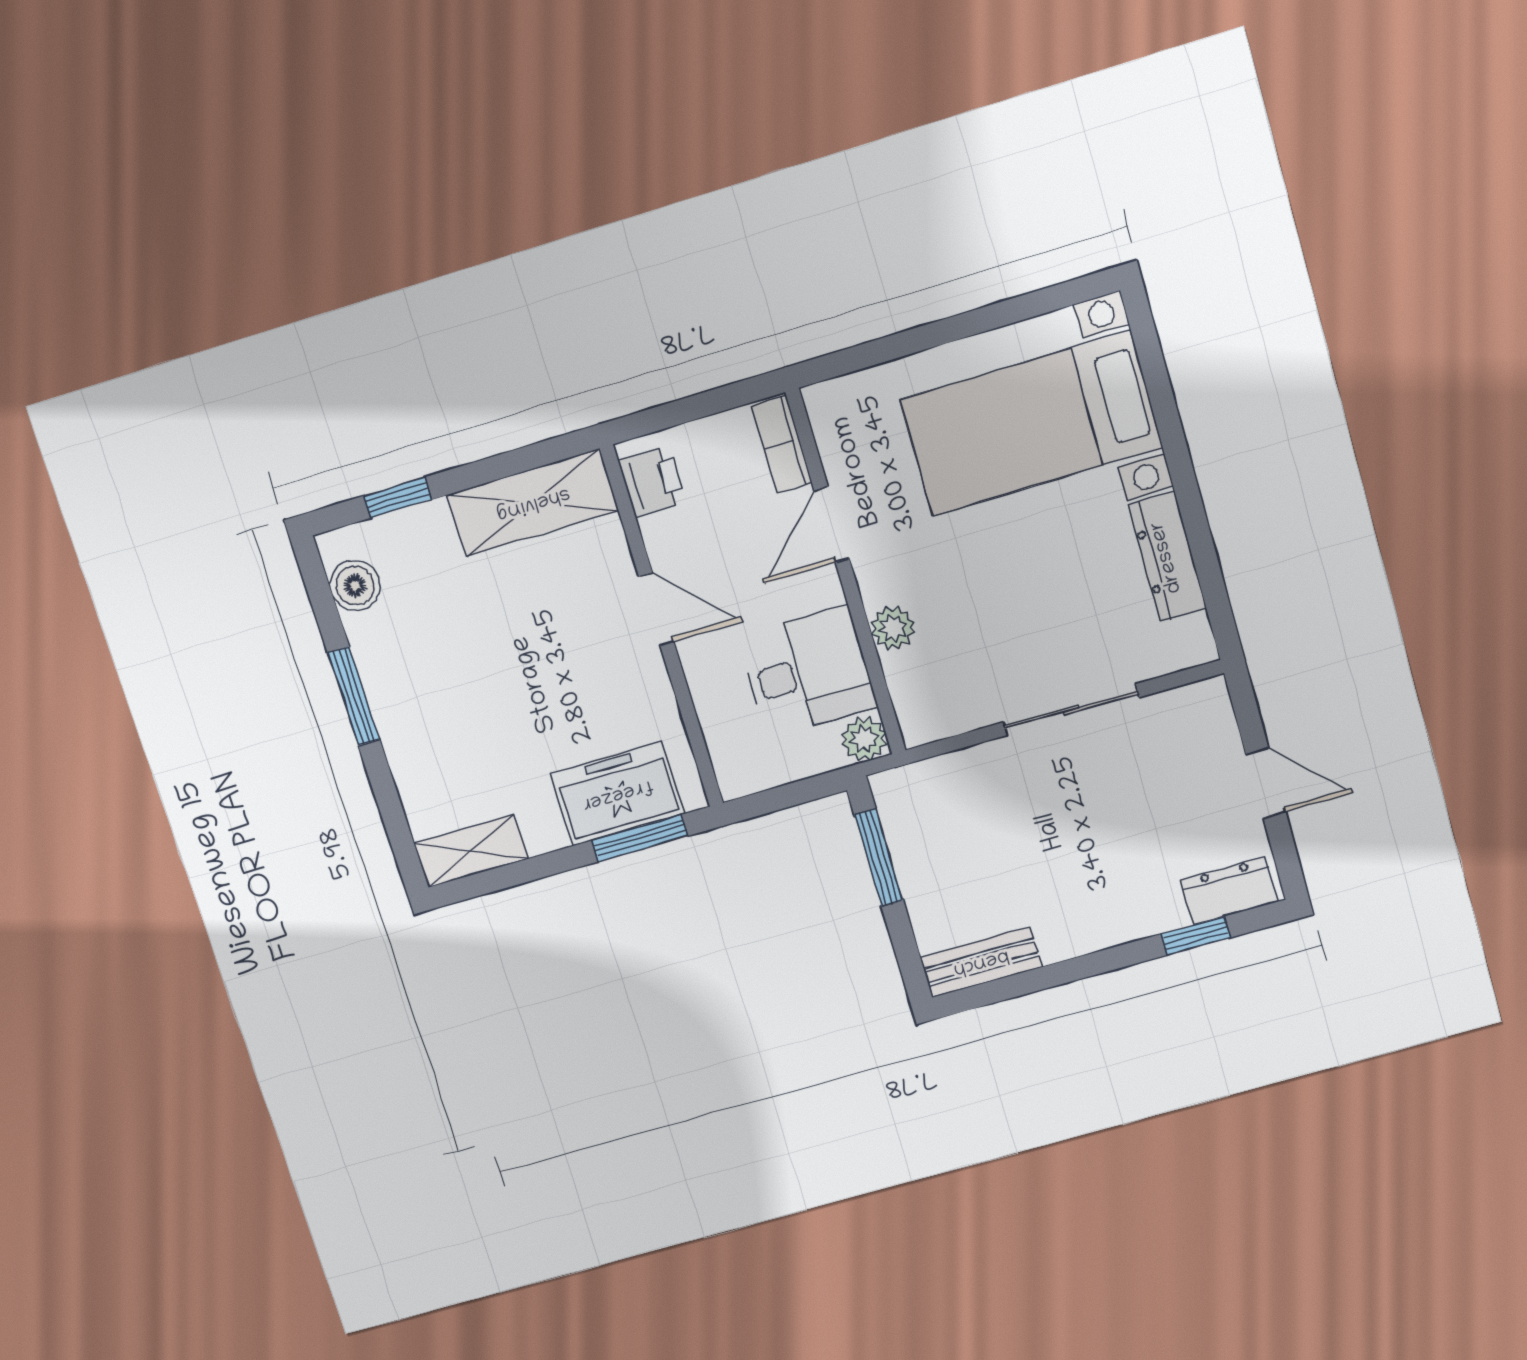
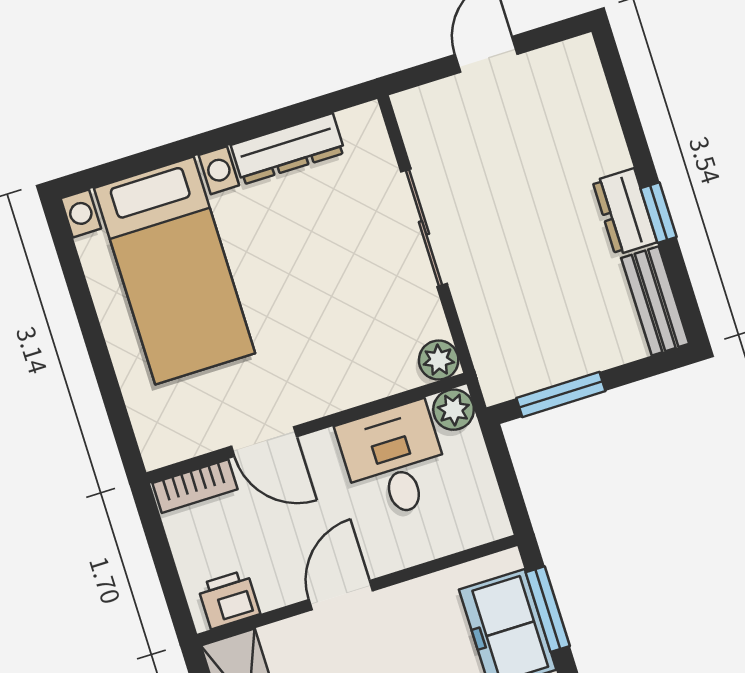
plant: (893, 628) -> (439, 360), moved
dresser: (1229, 891) -> (625, 212), moved
window: (1195, 936) -> (658, 213), moved

